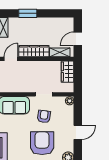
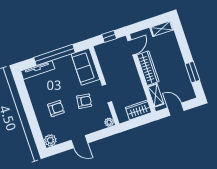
window: (28, 13) -> (192, 72), moved
door: (11, 59) -> (132, 47), hinge flipped
armchair: (42, 143) -> (56, 108), width x0.53, depth x0.53

